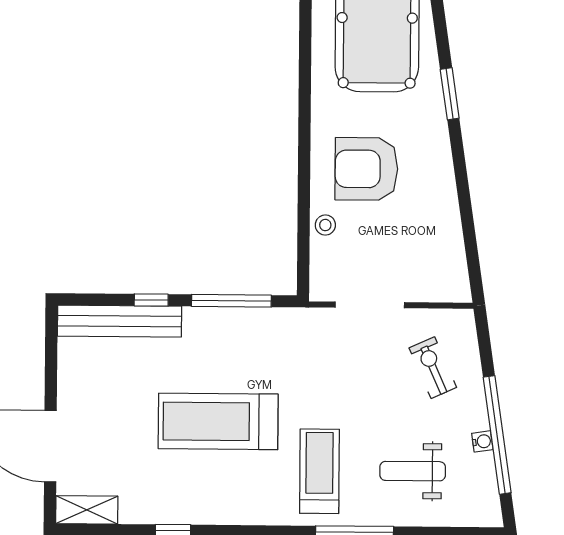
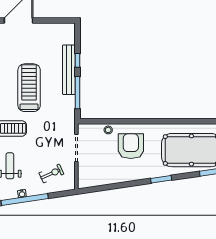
bench: (119, 321) -> (69, 70), moved

